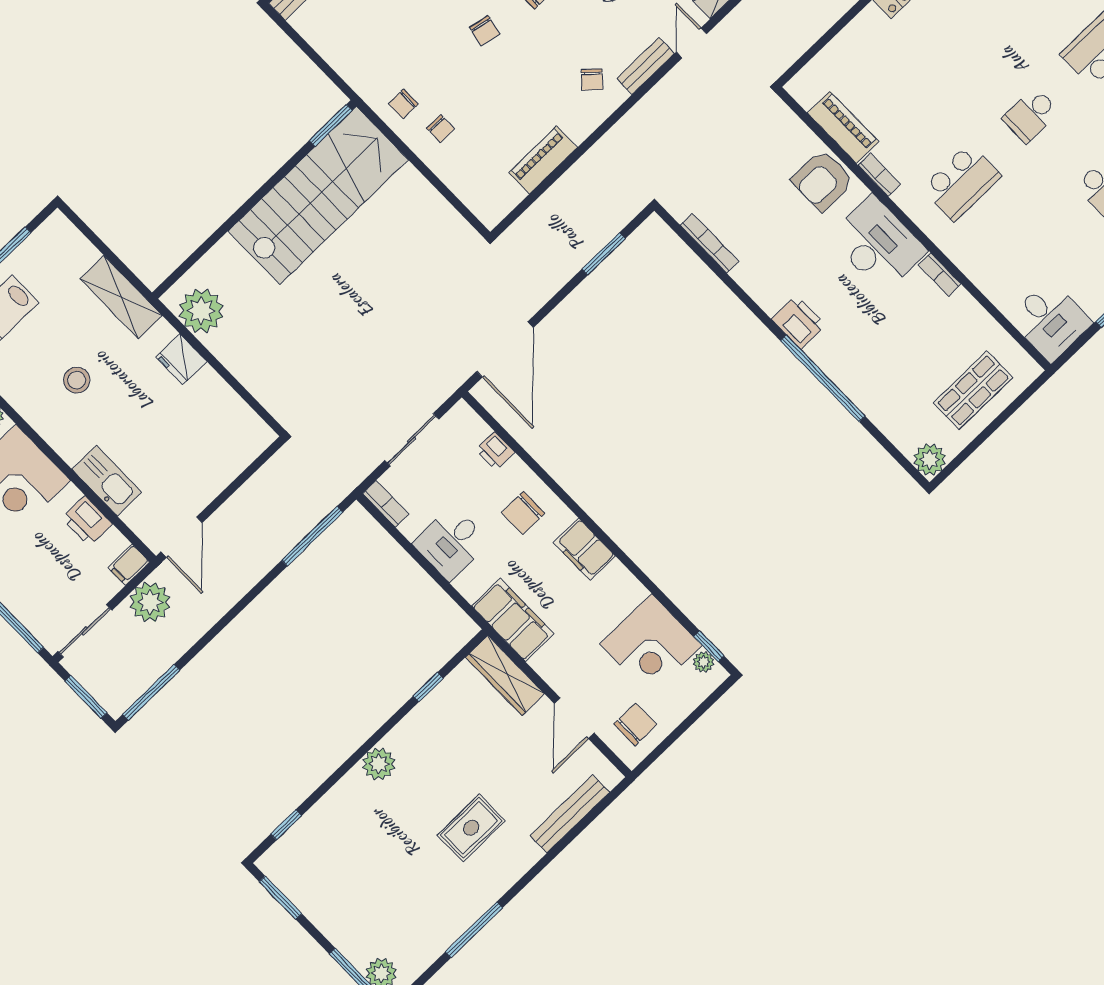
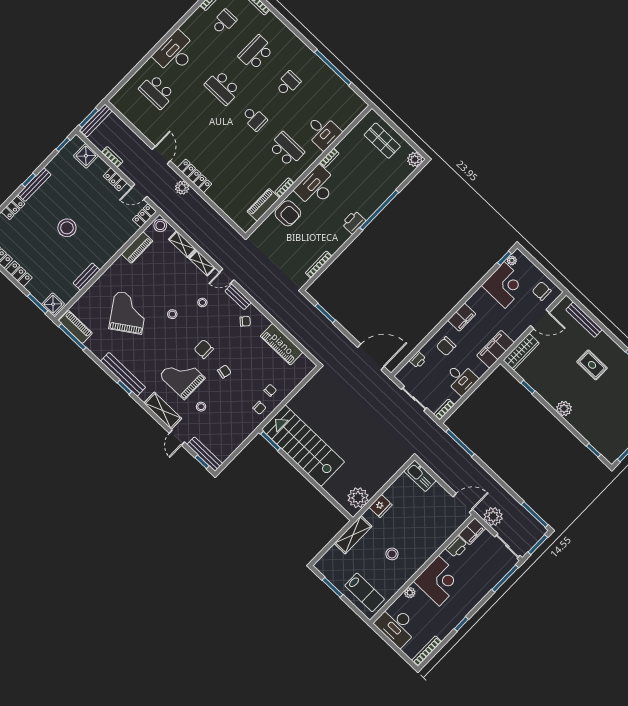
piano: (543, 160) -> (282, 344), width x1.37, depth x1.33
desk: (1050, 320) -> (323, 132), moved, turned 90
kitchen sink: (107, 481) -> (420, 476), moved, turned -90
chair: (523, 513) -> (446, 346), turned 90
filing cabinet: (129, 565) -> (472, 531), width x2.00

